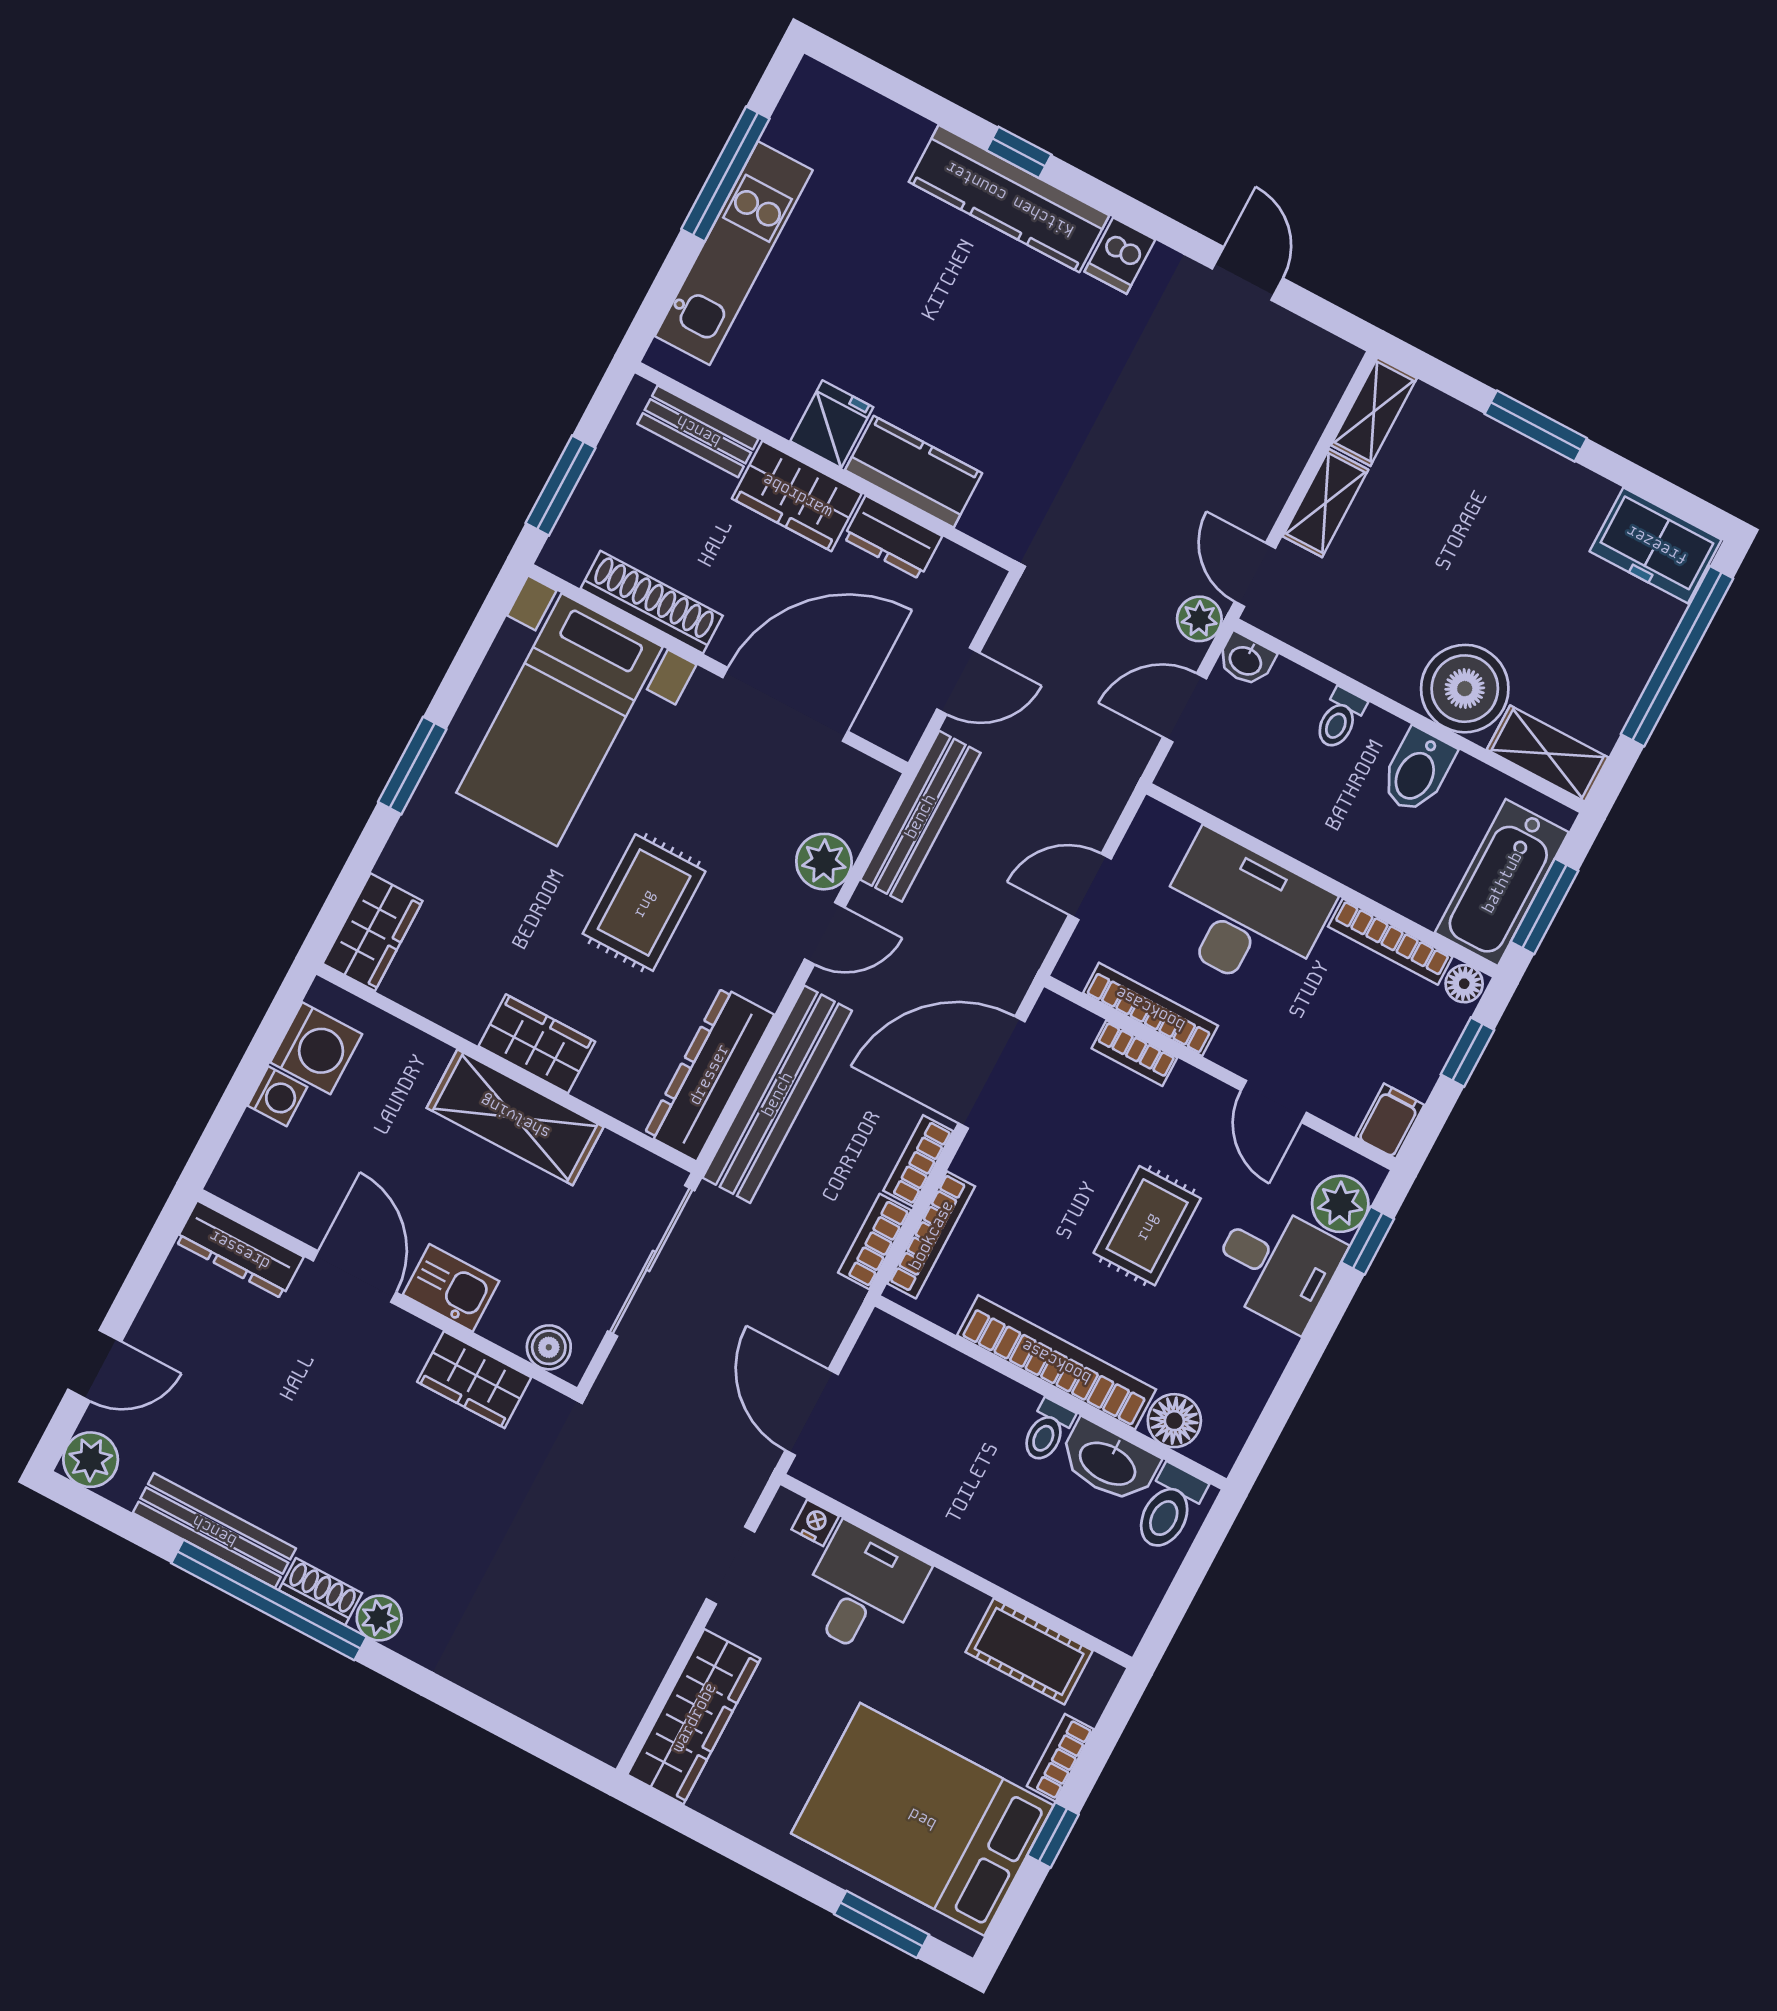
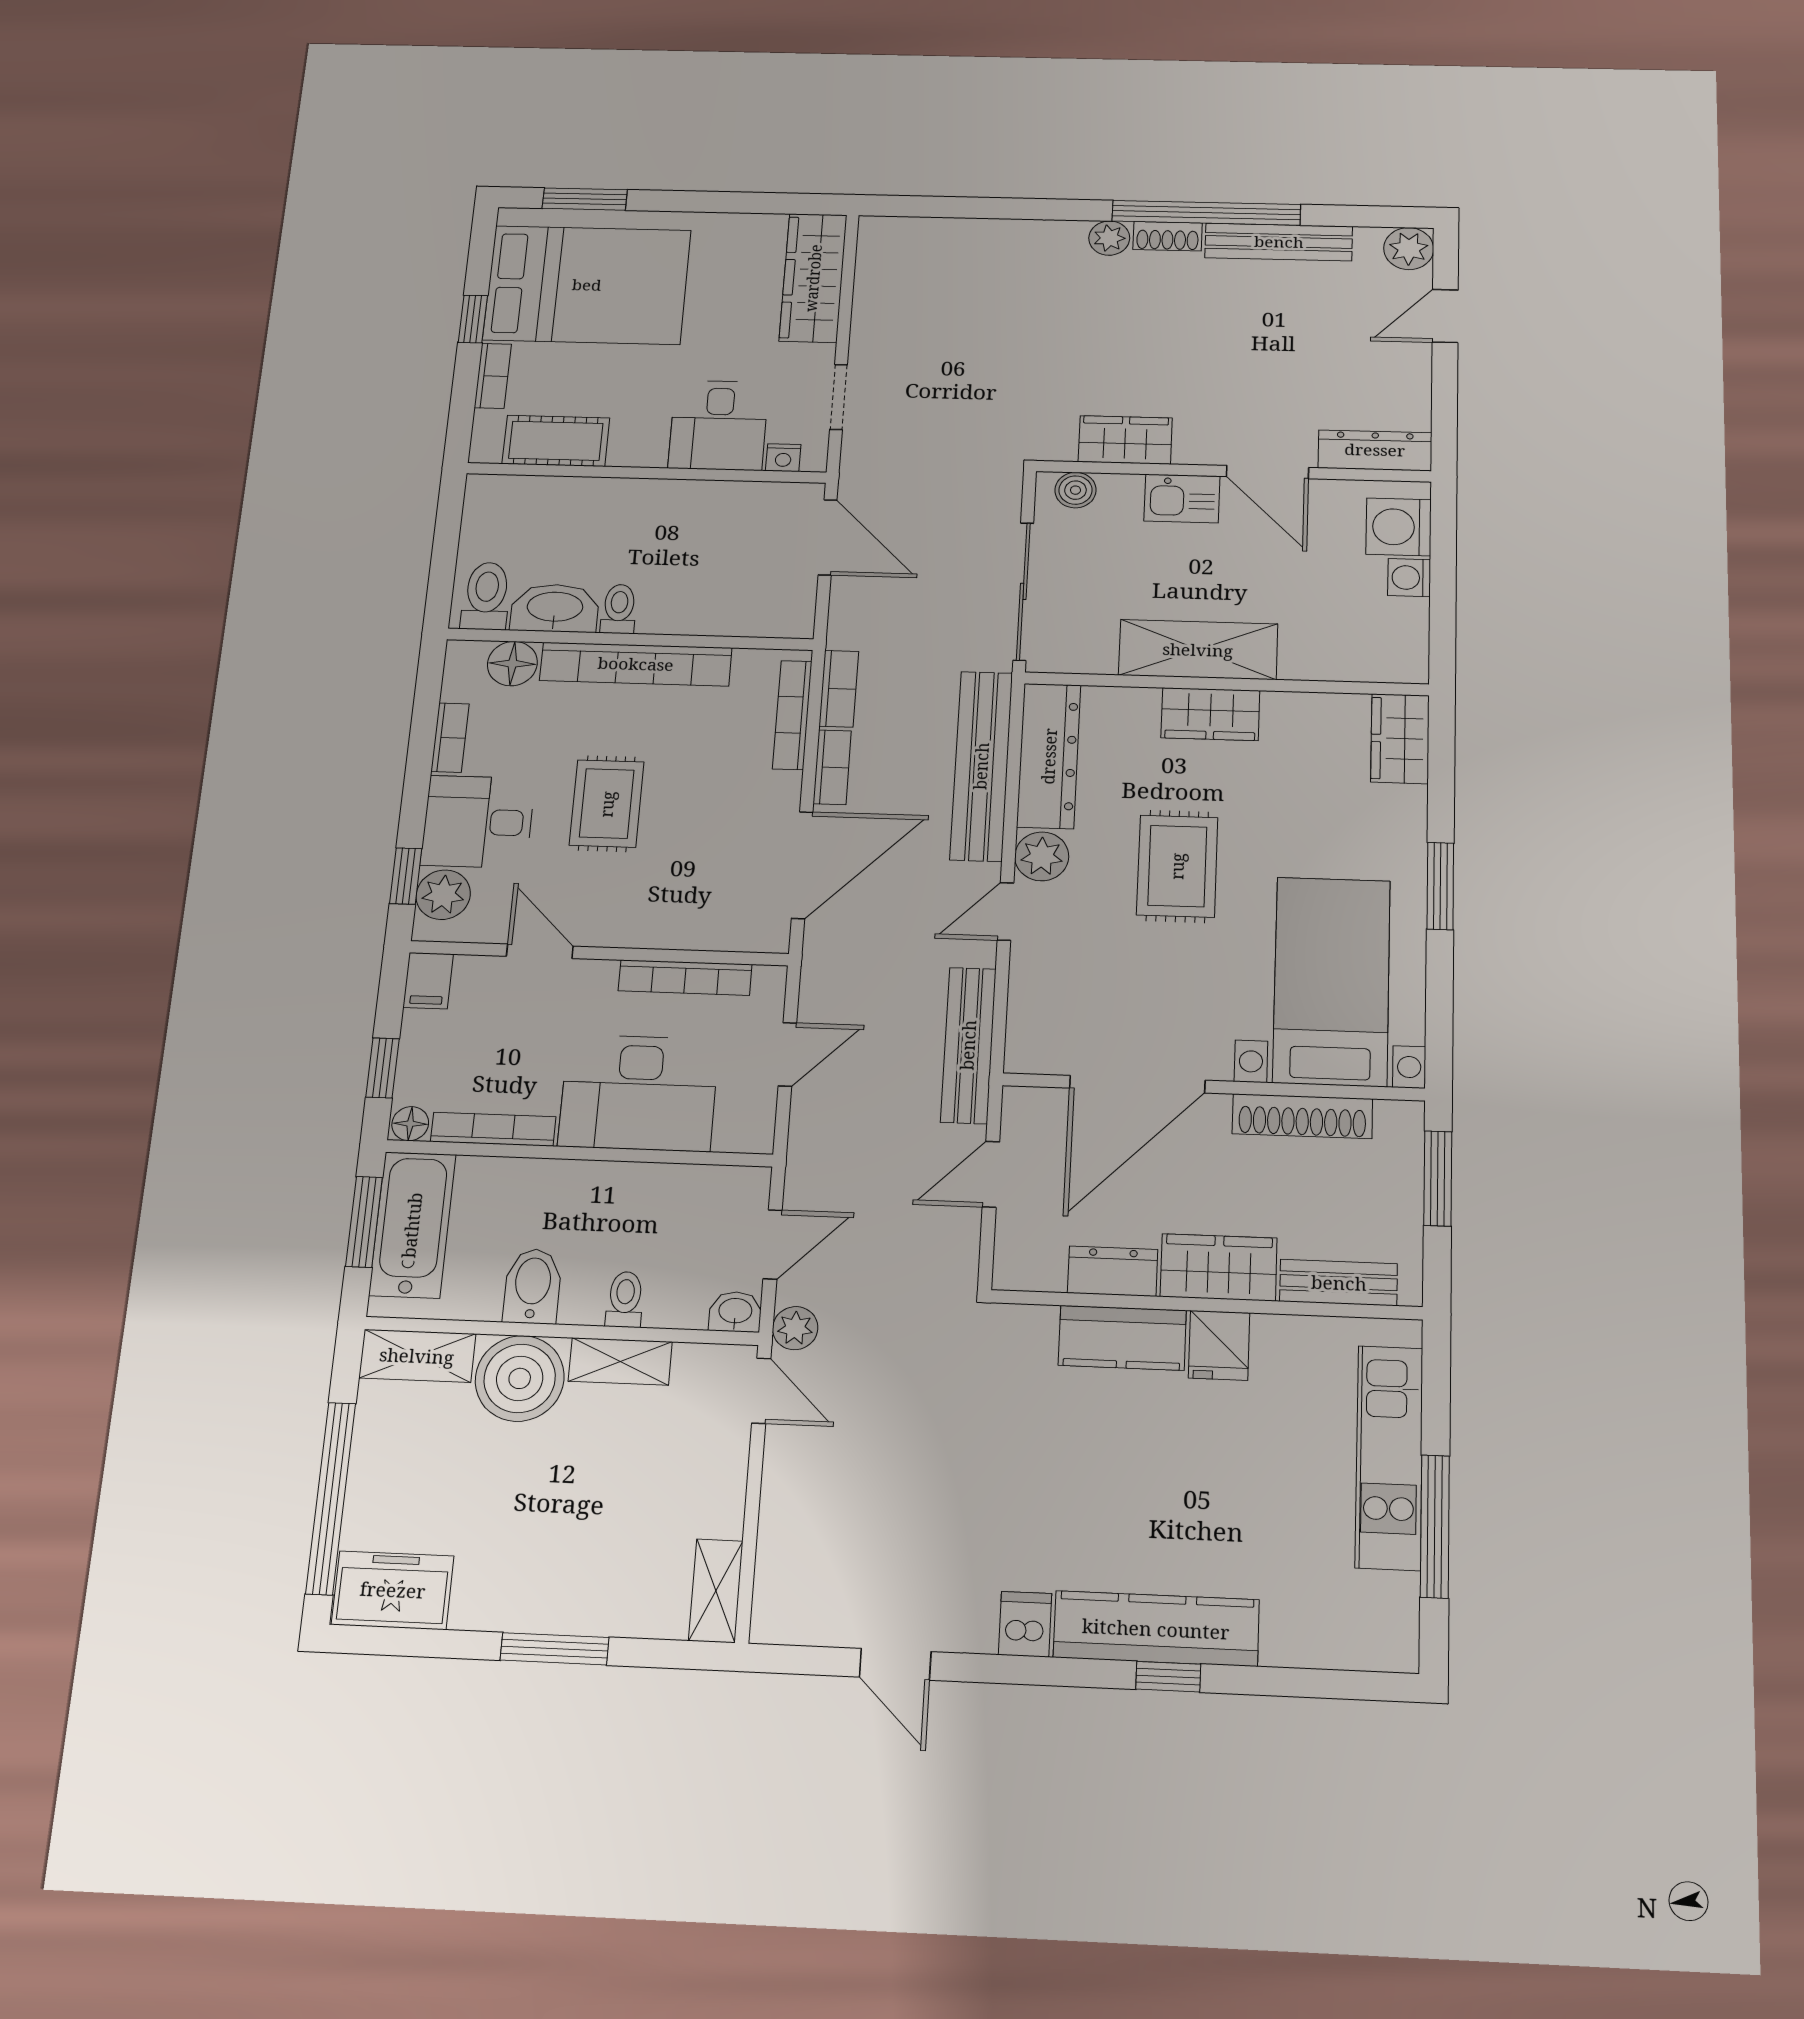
shelving: (1326, 503) -> (620, 1361), moved, turned 90
plant: (824, 862) -> (1042, 856), moved
washing machine: (316, 1048) -> (1399, 527), moved
bookcase: (1134, 1053) -> (450, 738), moved, turned 90

